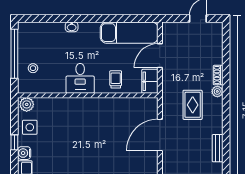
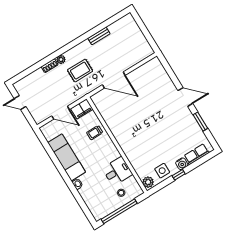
exam couch: (129, 33) -> (67, 157), moved
desk: (80, 78) -> (117, 171), moved

